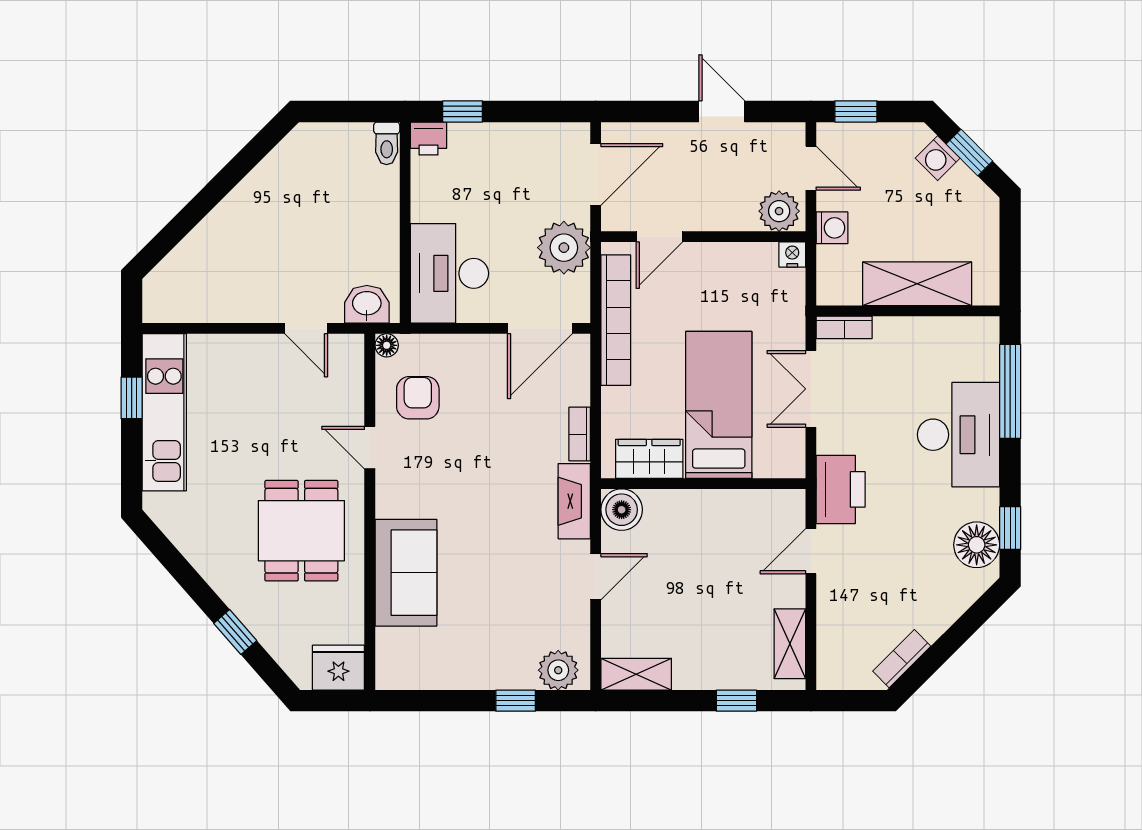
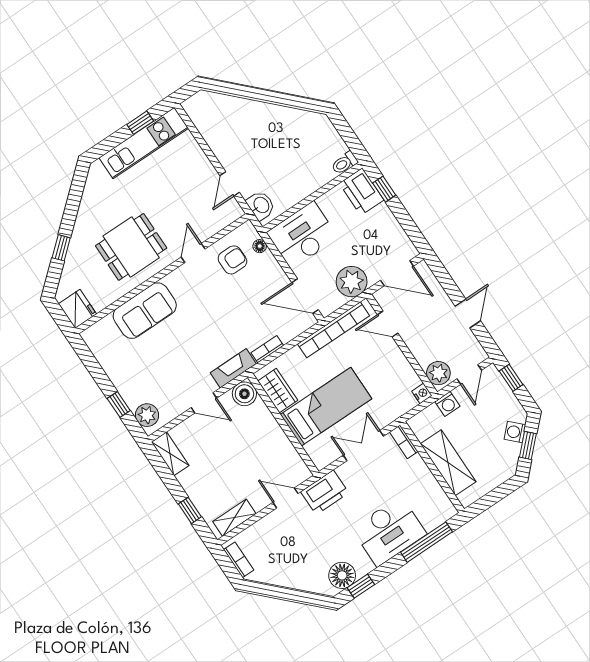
printer: (428, 139) -> (362, 192), width x1.87, depth x1.48
floor lamp: (387, 345) -> (260, 246), moved
bookcase: (902, 659) -> (239, 560), moved, turned 45

